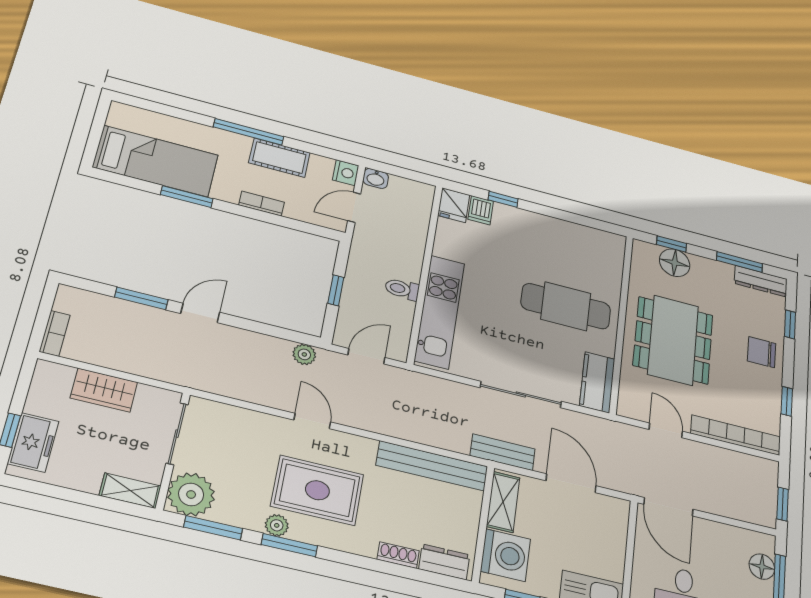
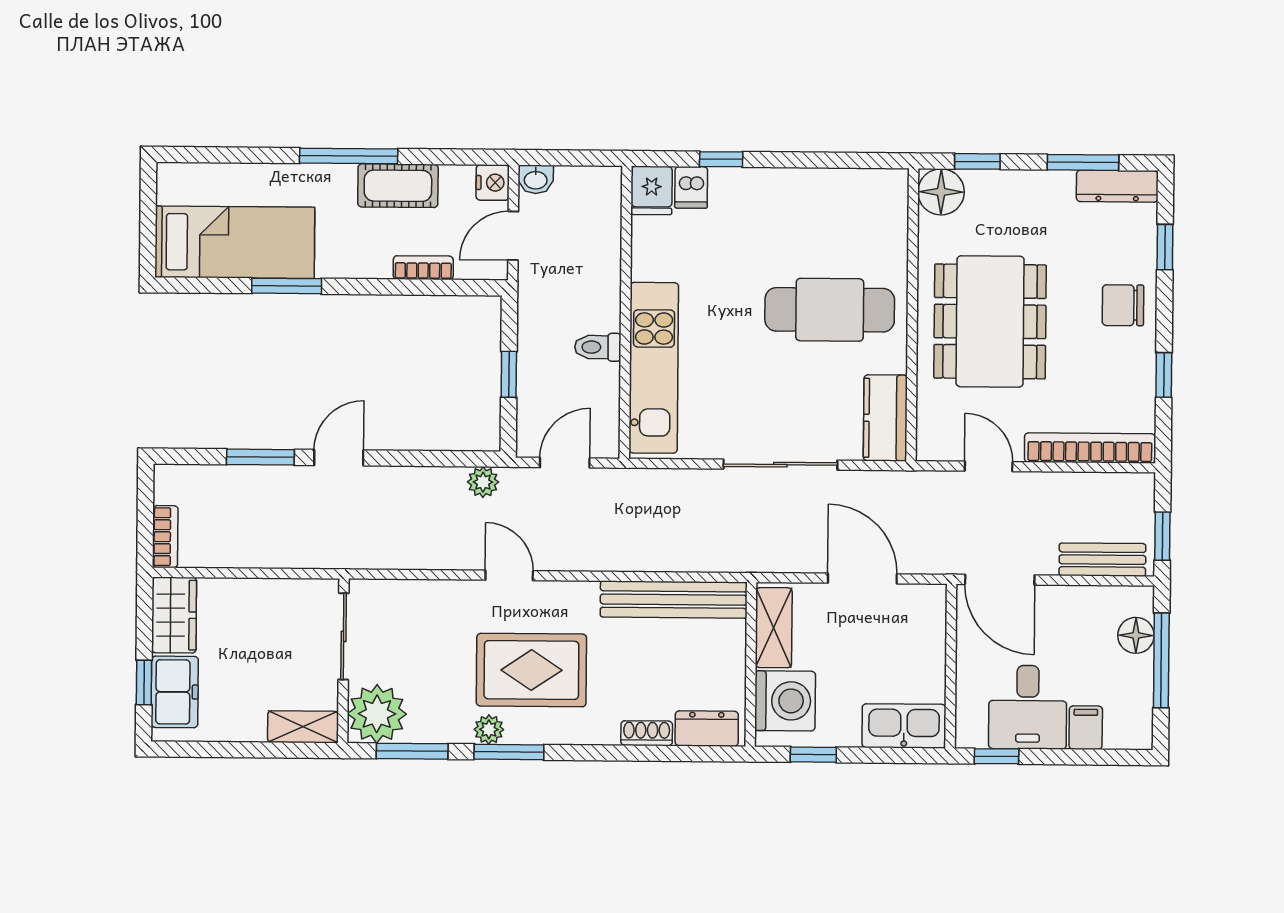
bookcase: (262, 204) -> (423, 268), moved
floor lamp: (675, 263) -> (941, 192), moved
wardrobe: (104, 390) -> (174, 615), moved, turned -90
bench: (503, 452) -> (1102, 560), moved

